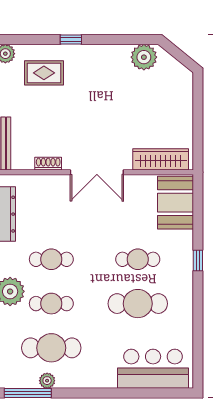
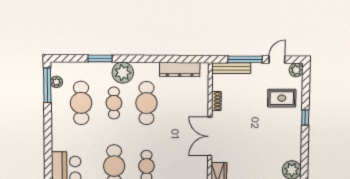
rug: (44, 73) -> (282, 98), turned 90
cafe table: (51, 259) -> (146, 103), width x1.37, depth x1.35
plant: (47, 381) -> (56, 82), moved

